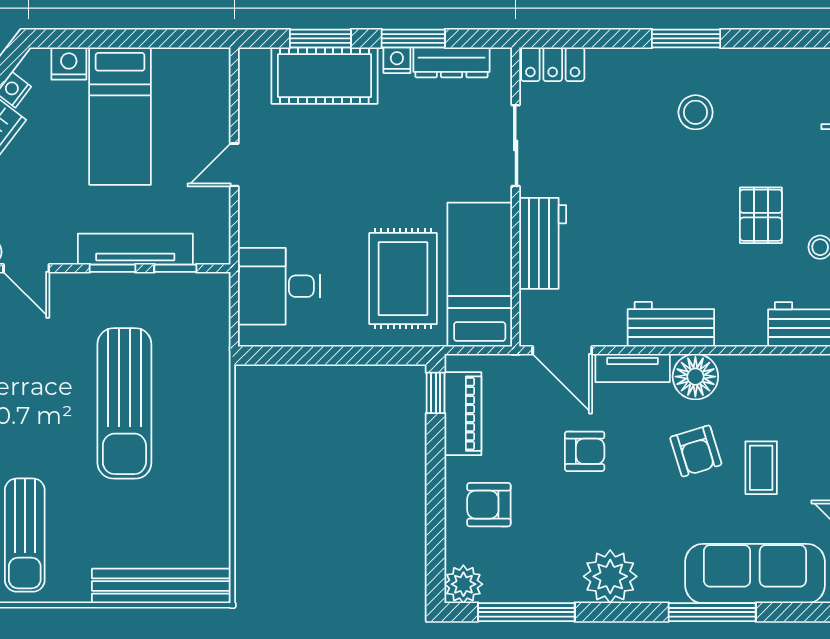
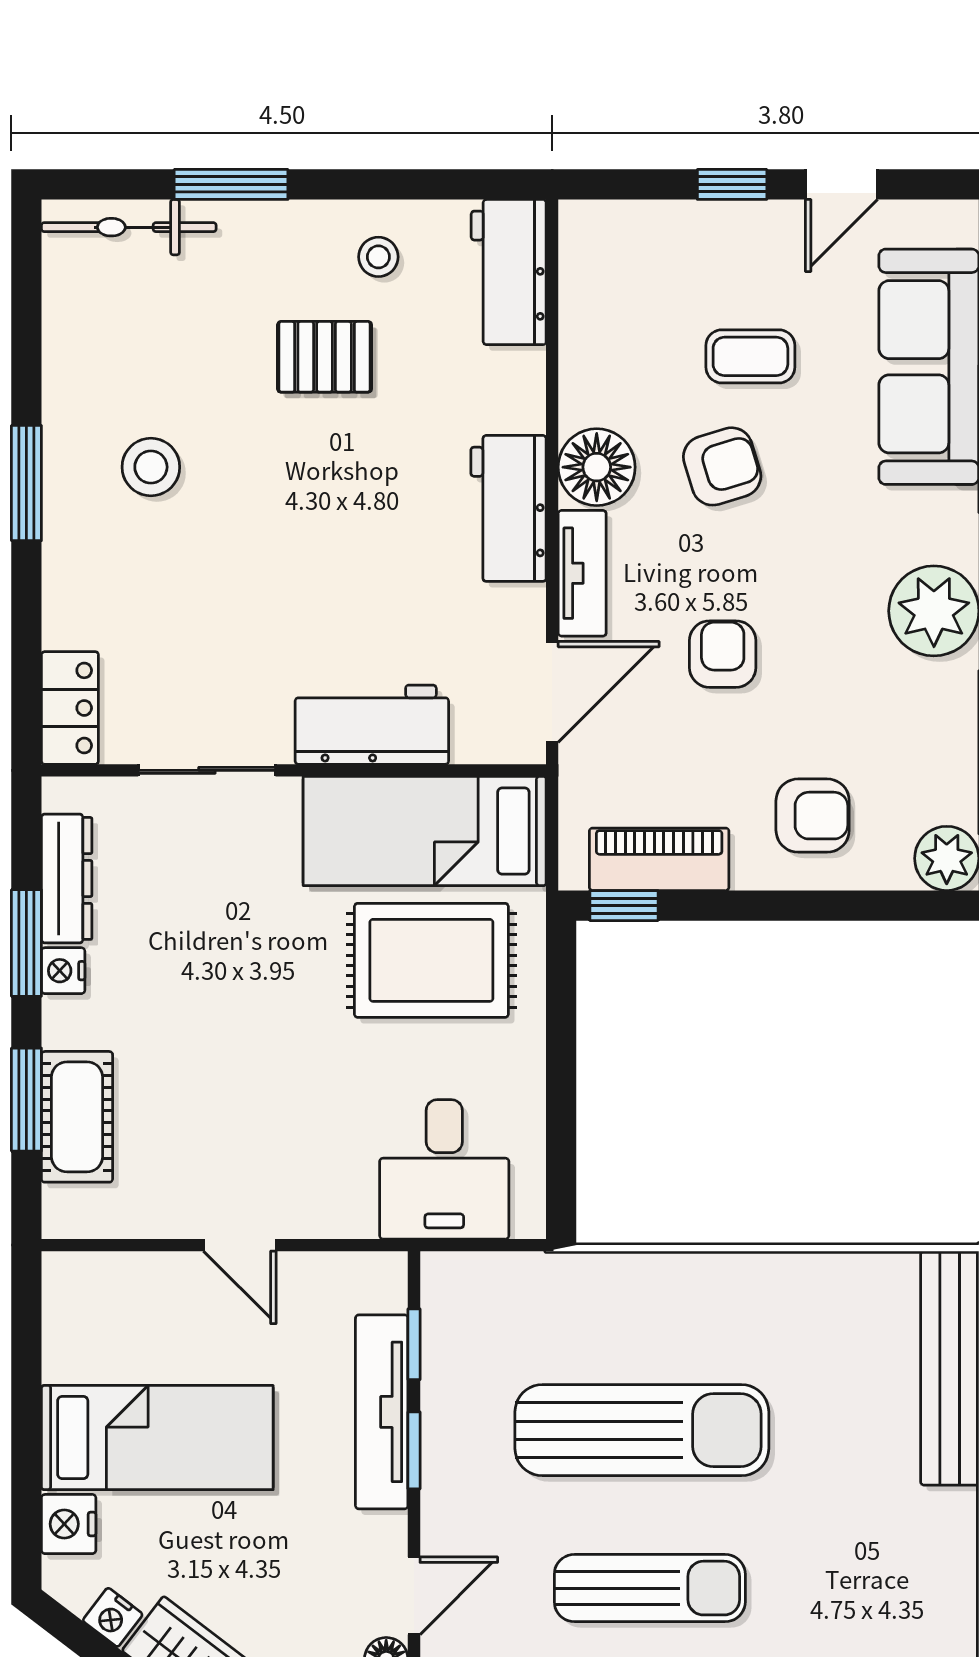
cot: (325, 76) -> (77, 1117), width x0.73, depth x0.75
armchair: (489, 505) -> (813, 816), turned -90
sun lounger: (25, 535) -> (650, 1588), moved

